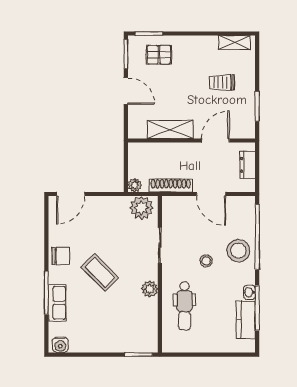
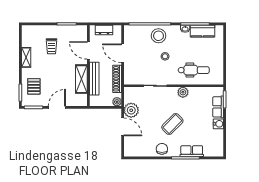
shelving: (234, 43) -> (26, 57), moved
bench: (171, 150) -> (94, 79), added
door: (71, 194) -> (123, 127), moved
door: (211, 194) -> (123, 53), swing flipped
plant: (142, 208) -> (131, 110), moved
row of seats: (127, 344) -> (218, 107), added
water cooler: (60, 345) -> (218, 124), moved

